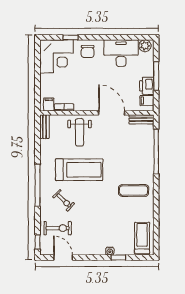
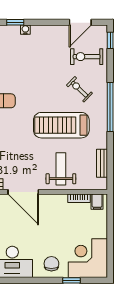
bench: (44, 127) -> (102, 163), moved
door: (63, 257) -> (80, 22), hinge flipped

